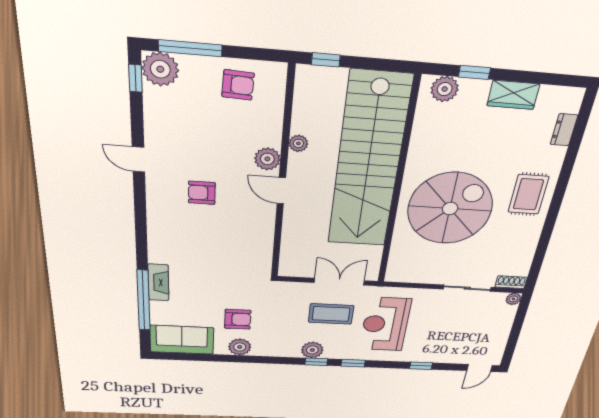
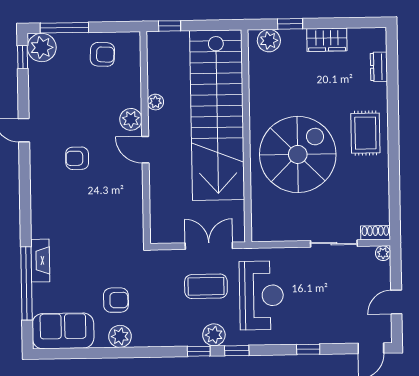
reception desk: (385, 324) -> (261, 295), turned 180
door: (514, 337) -> (396, 302), added
plant: (312, 350) -> (214, 335), moved

